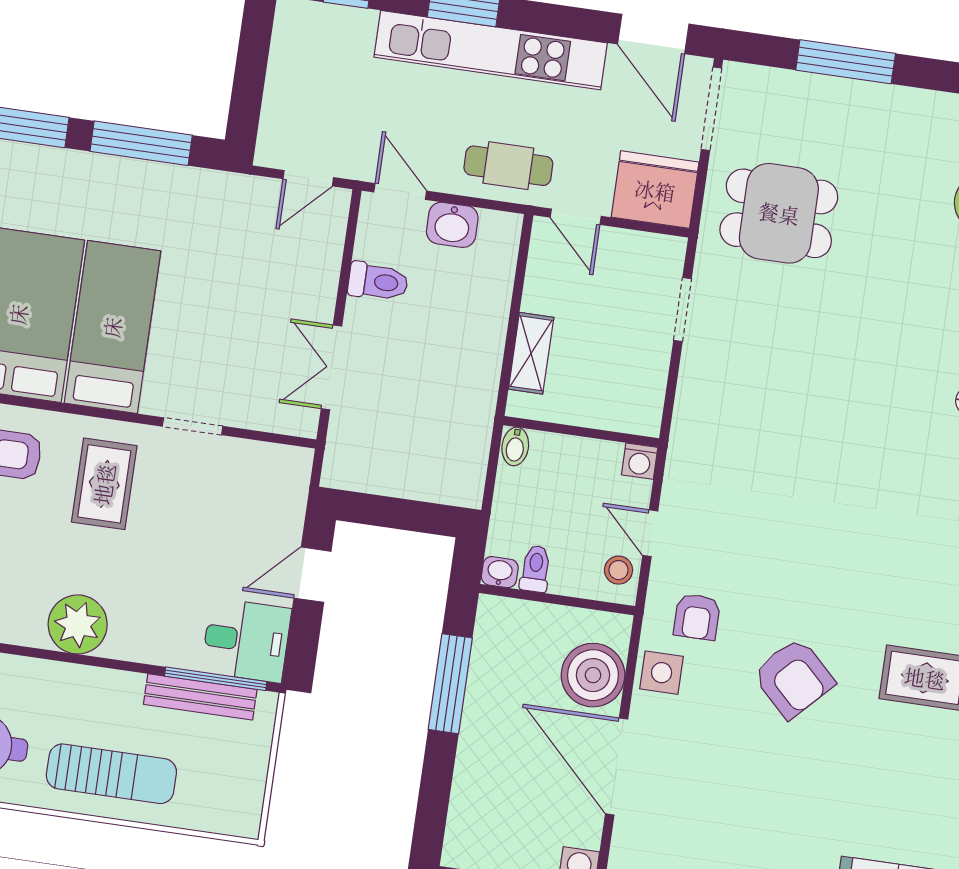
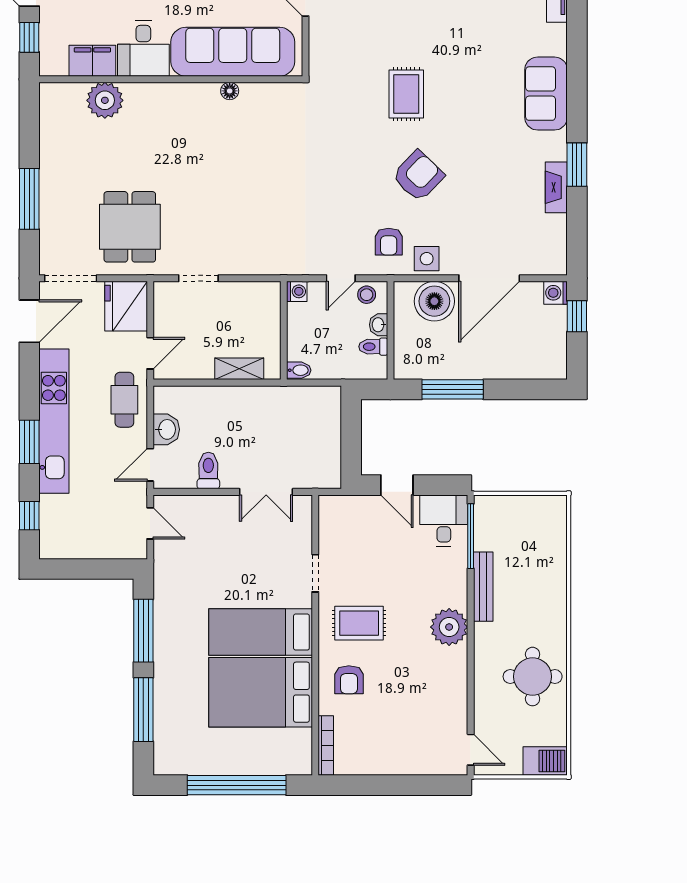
washbasin: (500, 572) -> (379, 325), moved
armchair: (697, 617) -> (389, 242), turned 90
bench: (200, 697) -> (483, 587), moved
sun lounger: (111, 774) -> (539, 593), removed

